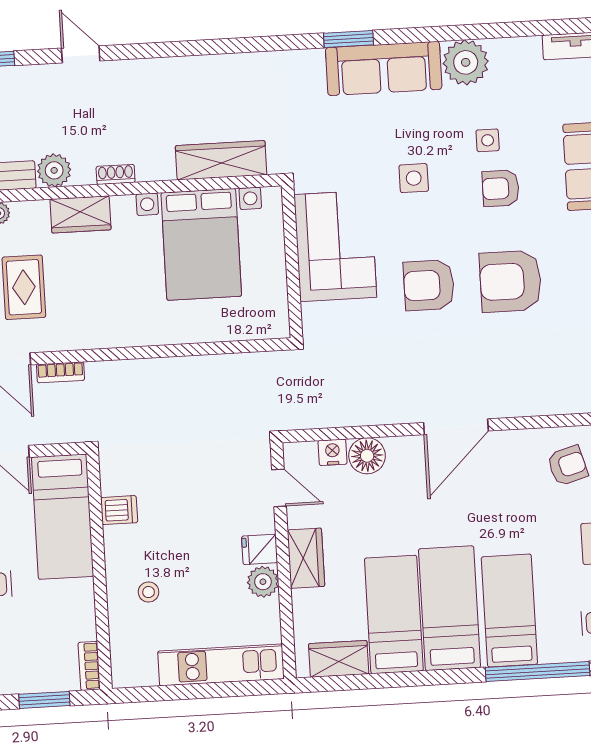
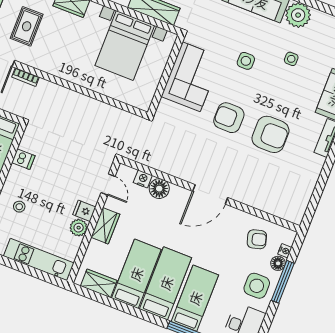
armchair: (501, 188) -> (287, 86), removed
armchair: (510, 281) -> (270, 134), turned 180

